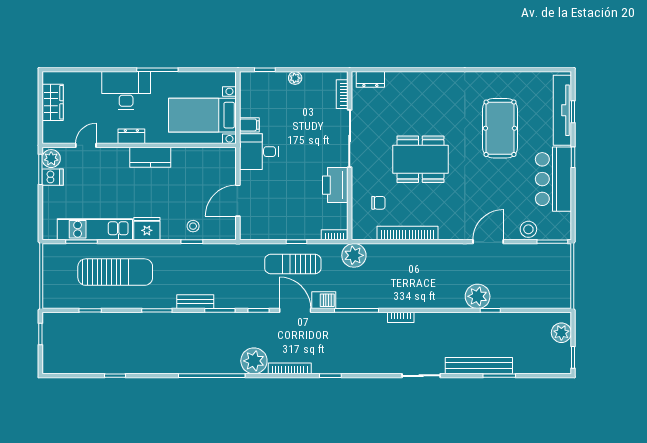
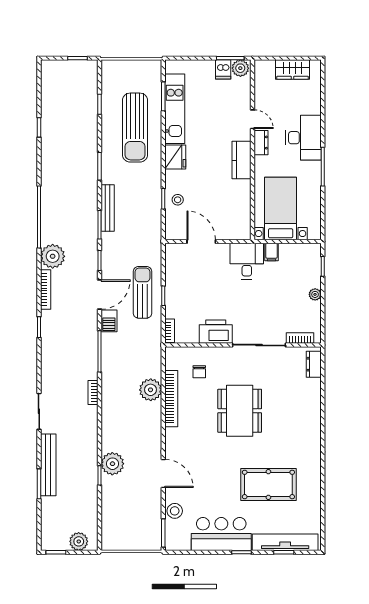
door: (86, 145) -> (253, 119), moved
plant: (354, 255) -> (151, 390), moved
bench: (195, 302) -> (108, 208), width x1.36

